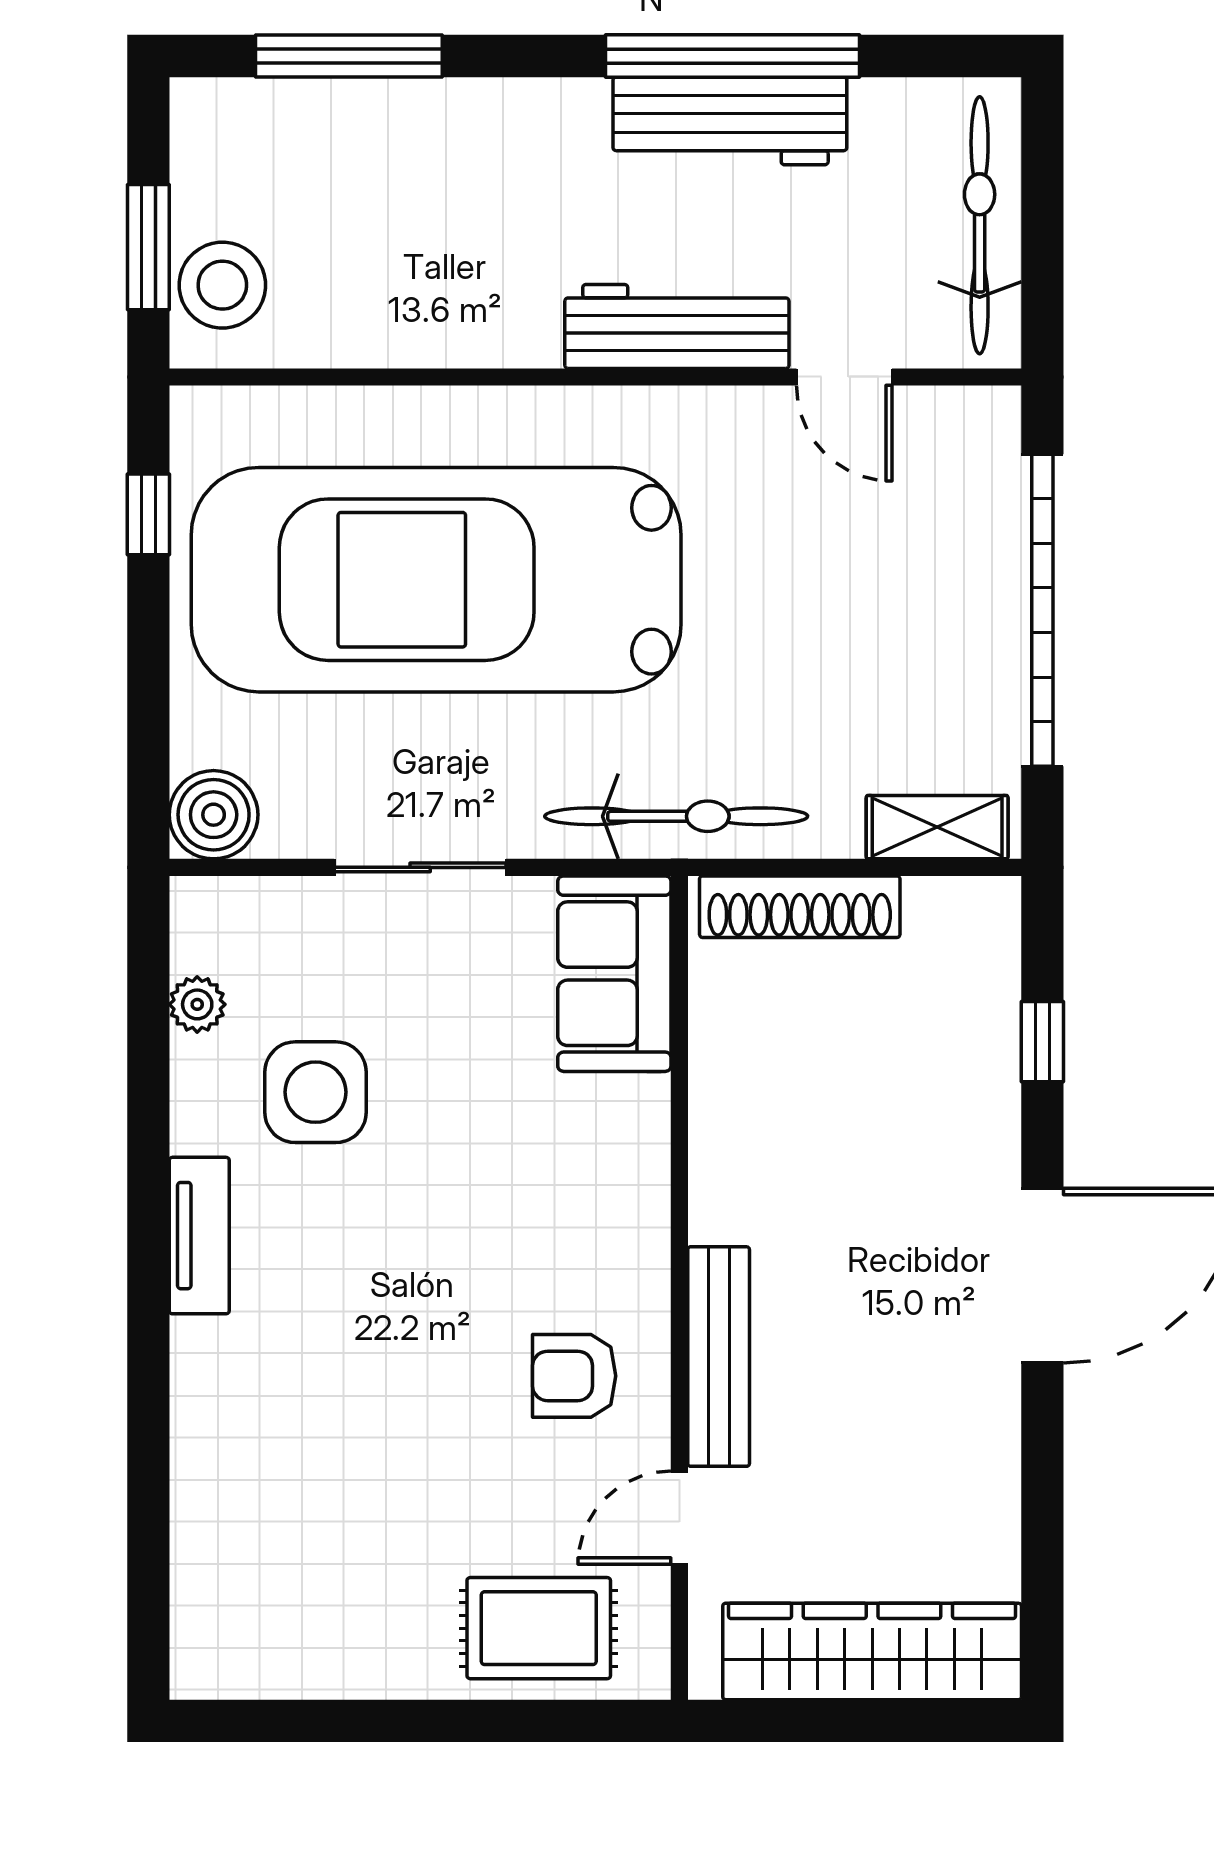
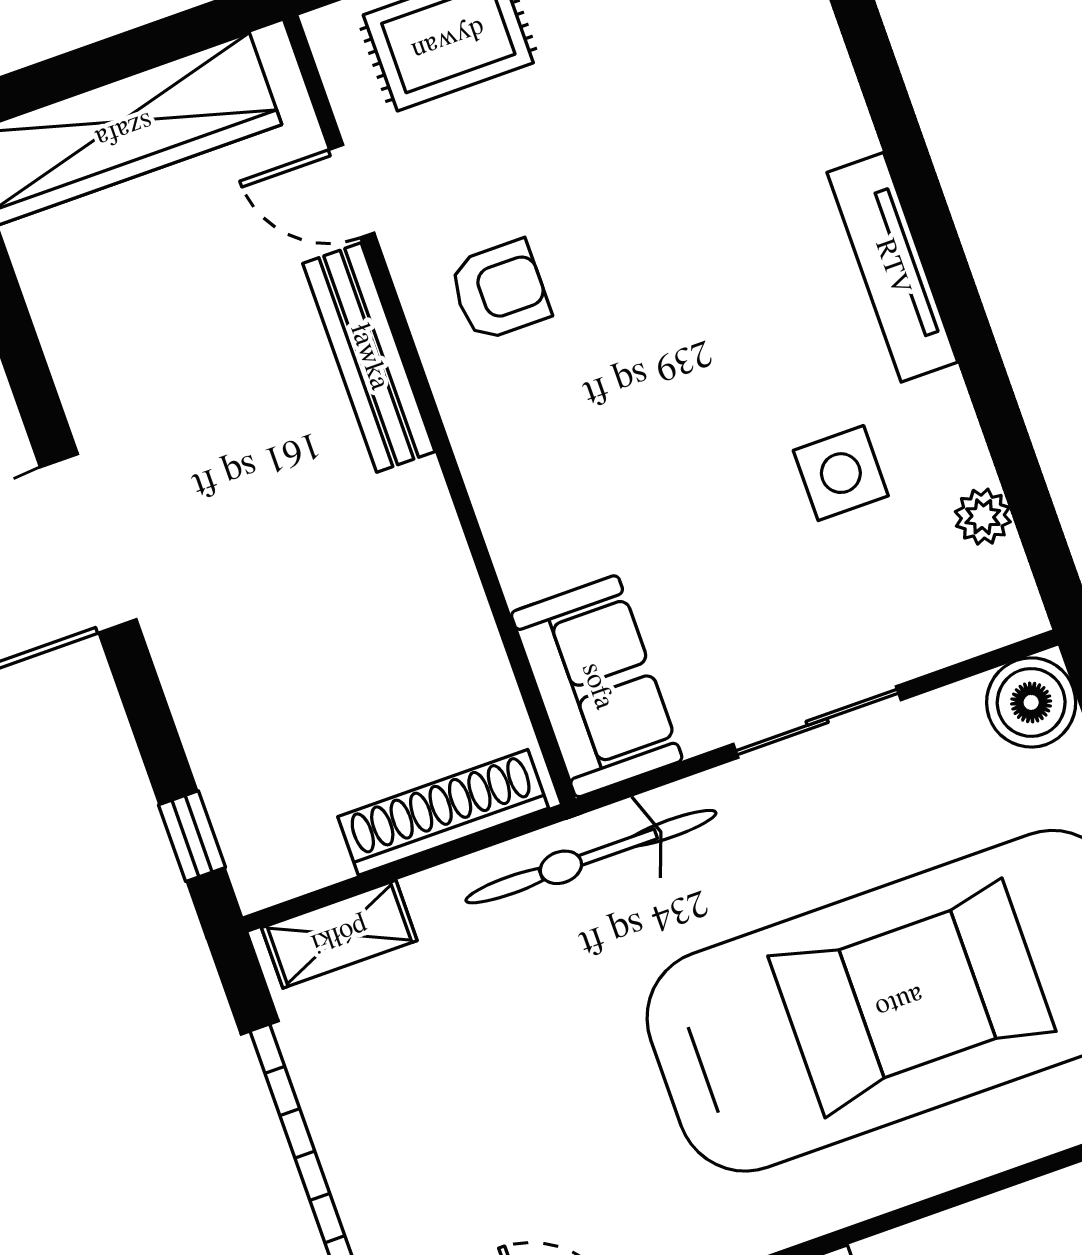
window: (1042, 1042) -> (192, 836), moved
side table: (316, 1092) -> (841, 473), width x0.73, depth x0.73
tv unit: (199, 1236) -> (892, 267), width x1.41
door: (679, 1518) -> (352, 191), swing flipped

